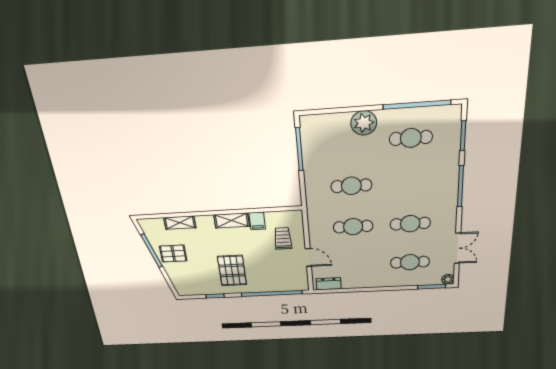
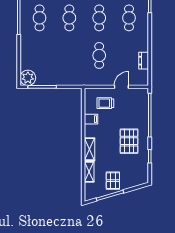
plant: (364, 123) -> (28, 78), moved
cafe table: (351, 186) -> (69, 18), moved
shelving: (232, 220) -> (90, 149), moved
pallet: (232, 271) -> (129, 141), turned 90
dresser: (329, 284) -> (144, 61), moved

